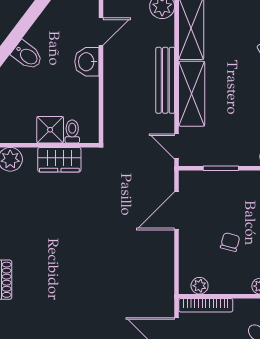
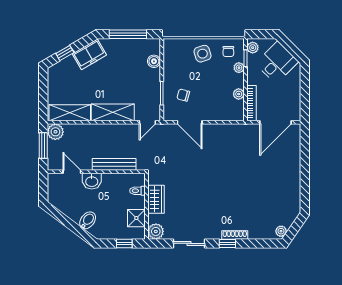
bench: (165, 80) -> (114, 164), moved
shower: (50, 130) -> (136, 218), moved
chair: (230, 242) -> (183, 95), moved
plant: (200, 286) -> (239, 94), moved

